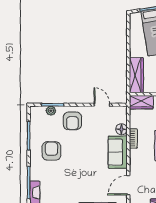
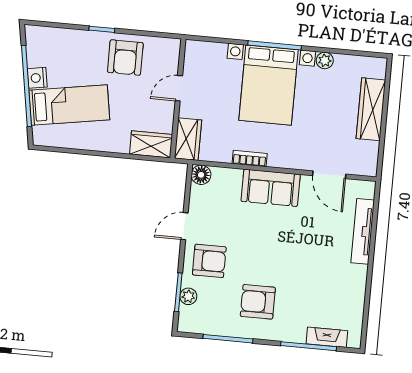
wardrobe: (136, 75) -> (151, 144), width x0.67
door: (102, 105) -> (184, 226), moved
floor lamp: (121, 129) -> (201, 175), moved

